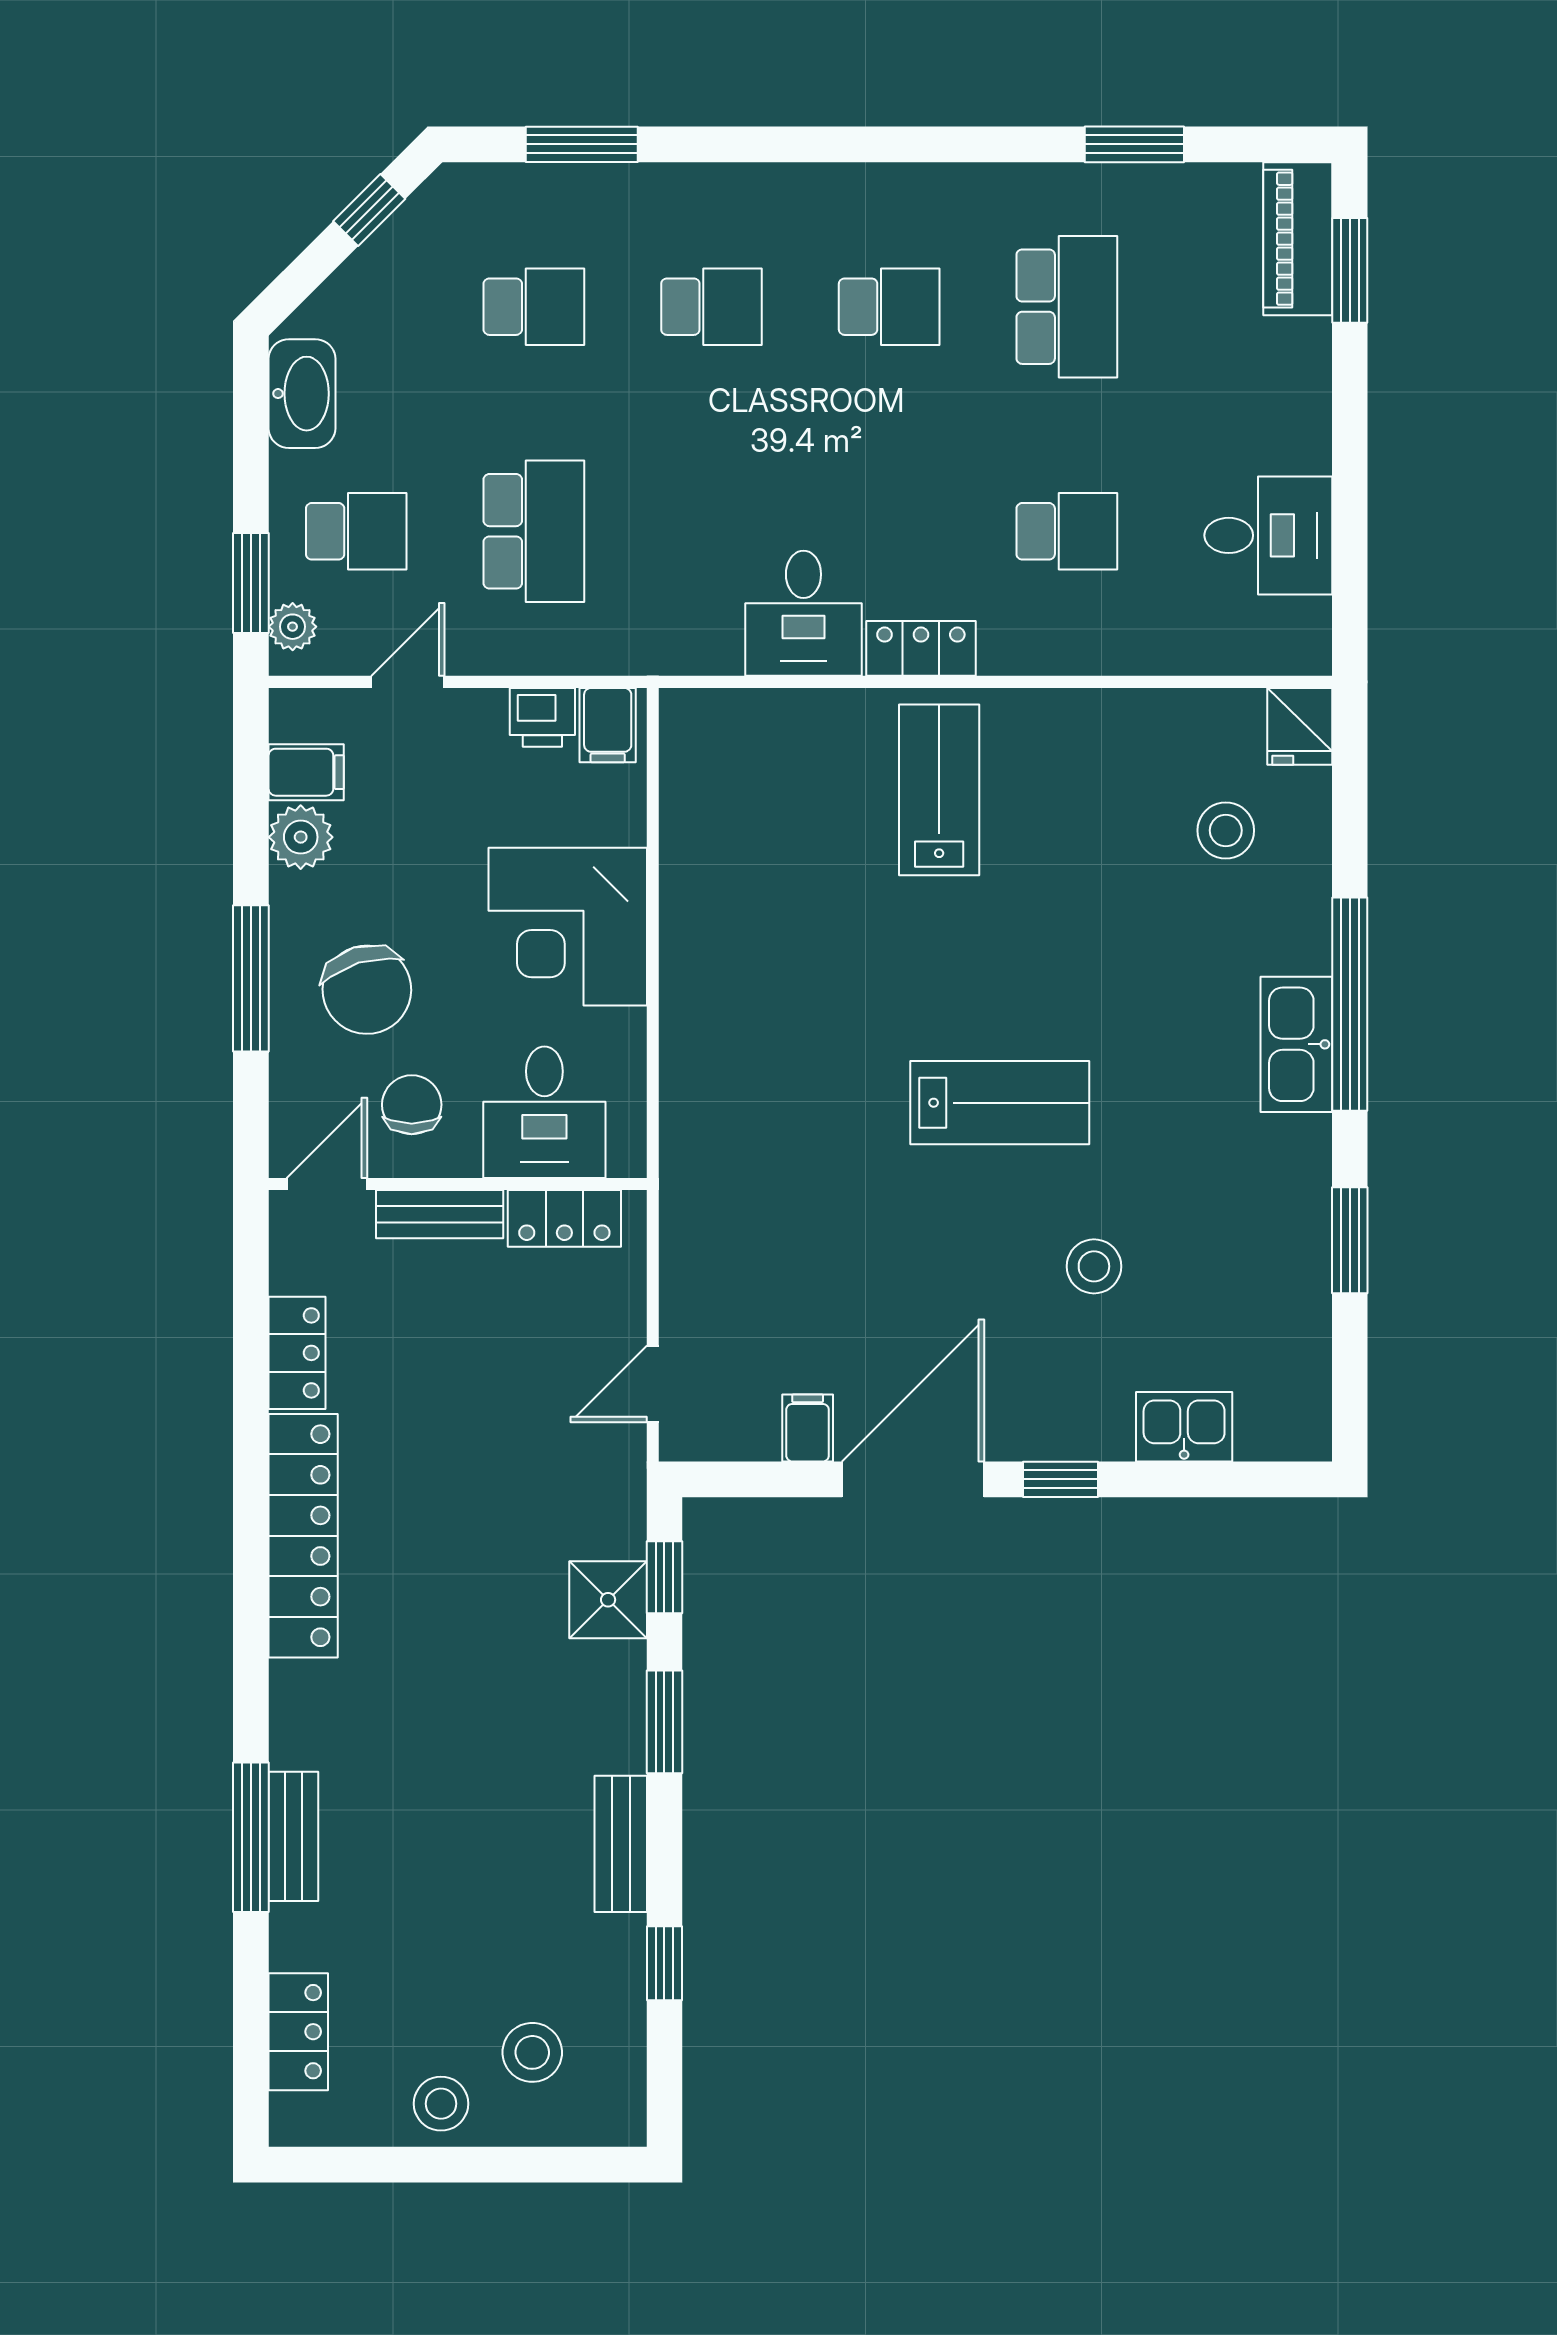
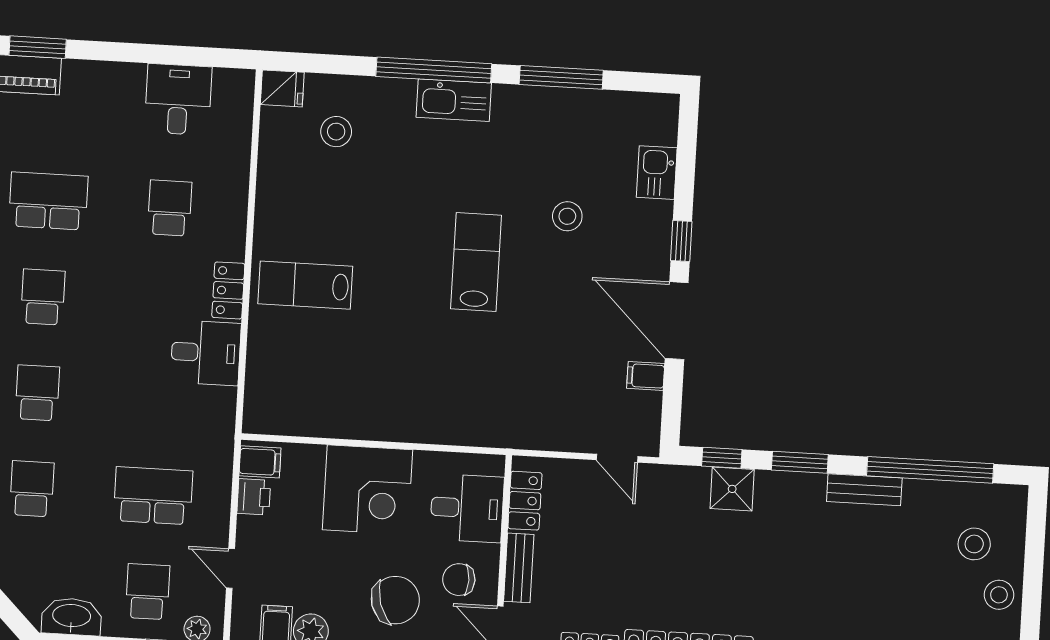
window: (1350, 1240) -> (561, 77), width x1.44
window: (664, 1963) -> (930, 470), width x3.17

